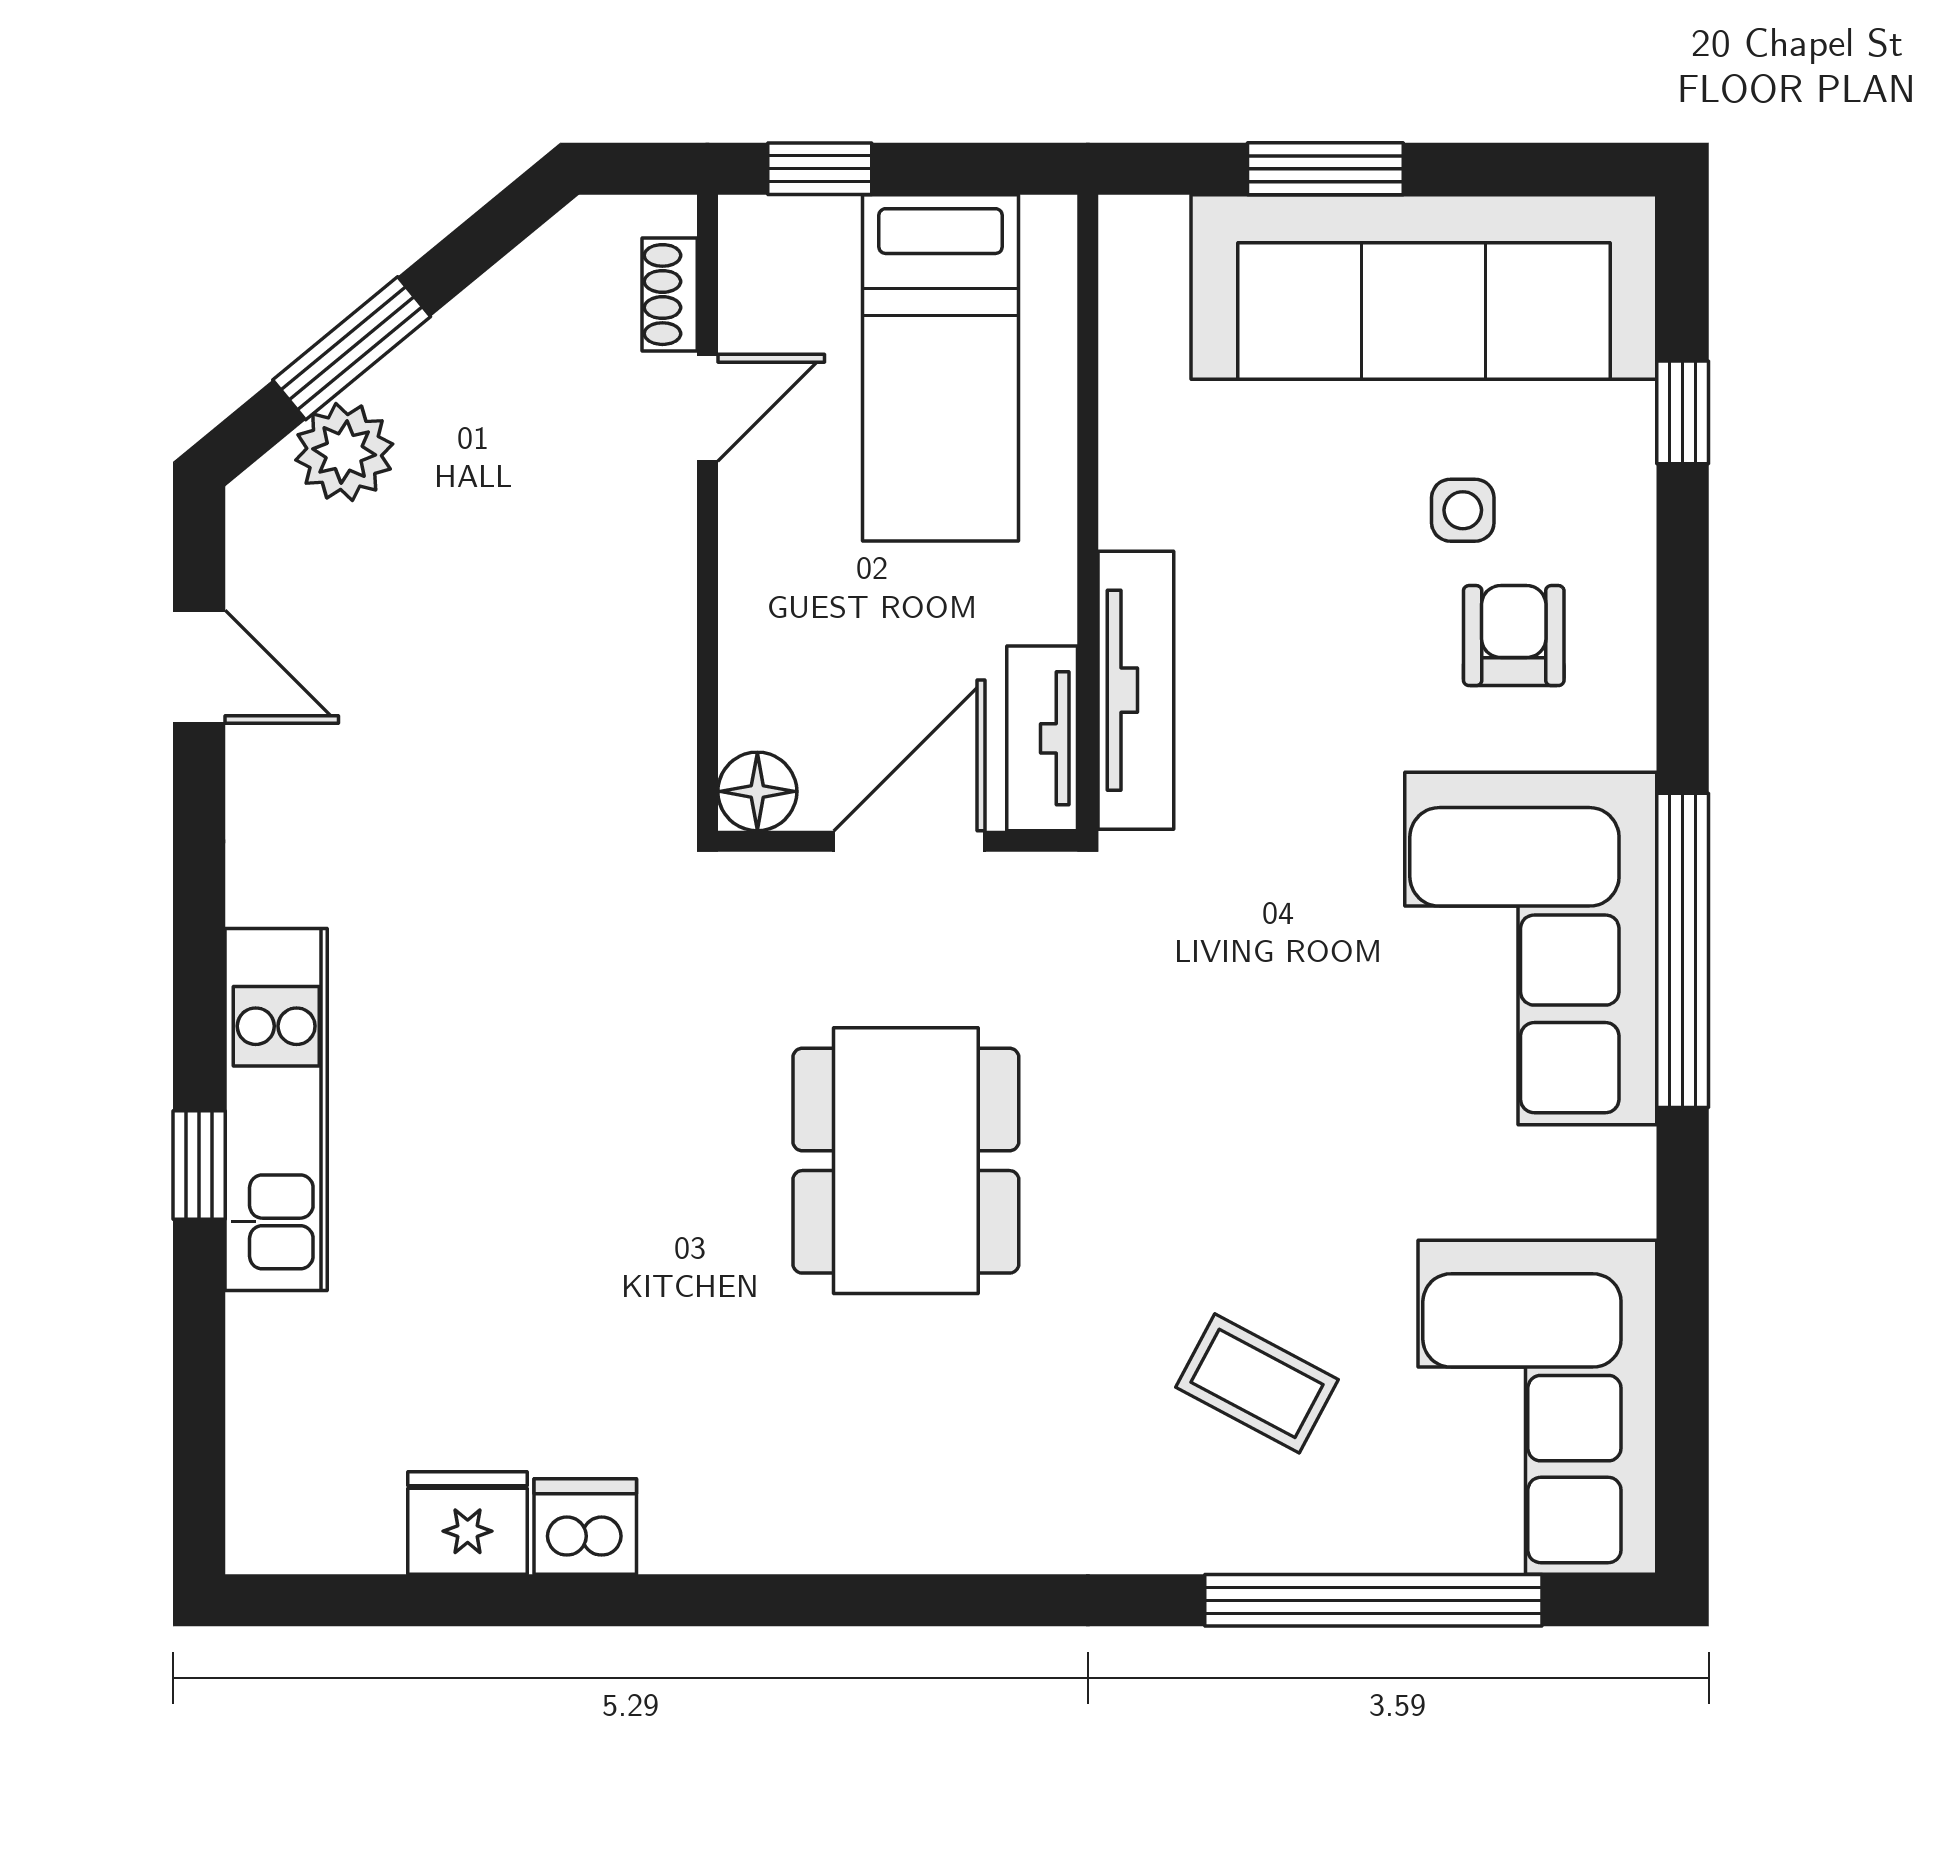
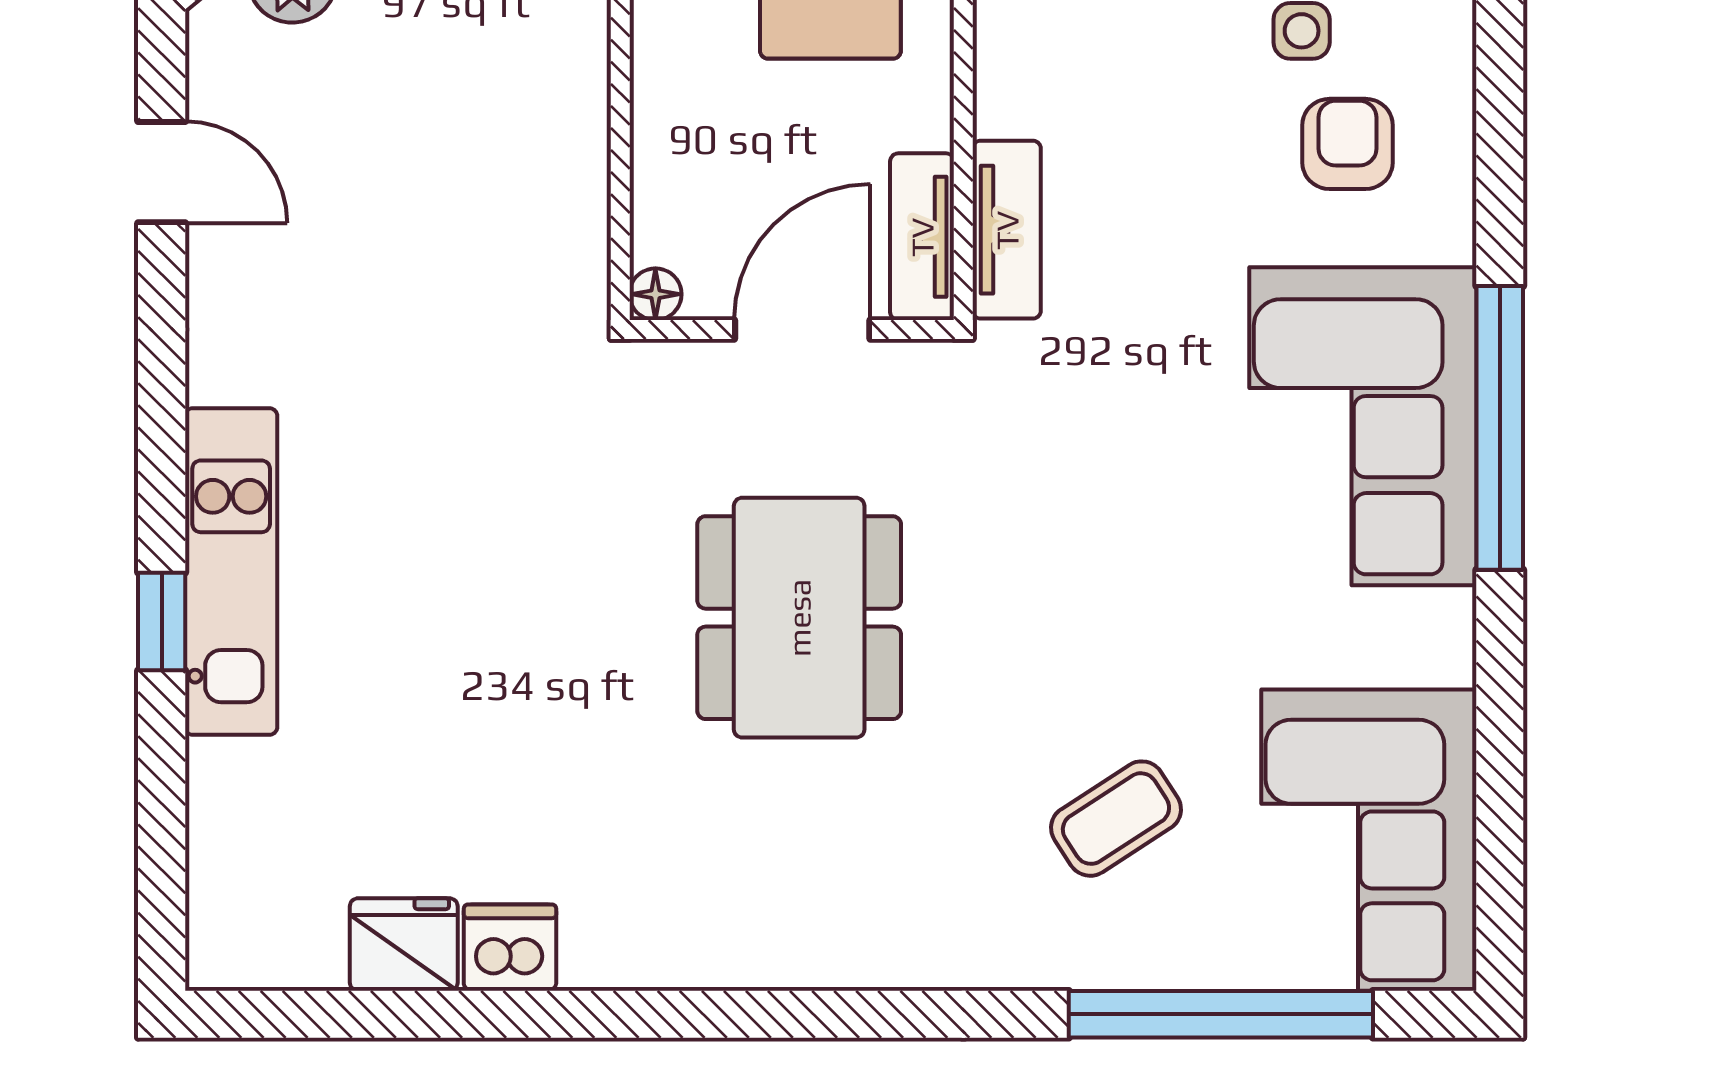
tv unit: (1136, 690) -> (1007, 230), width x0.71
floor lamp: (757, 791) -> (655, 294), width x0.73, depth x0.73
coffee table: (1257, 1383) -> (1116, 819), turned -61

